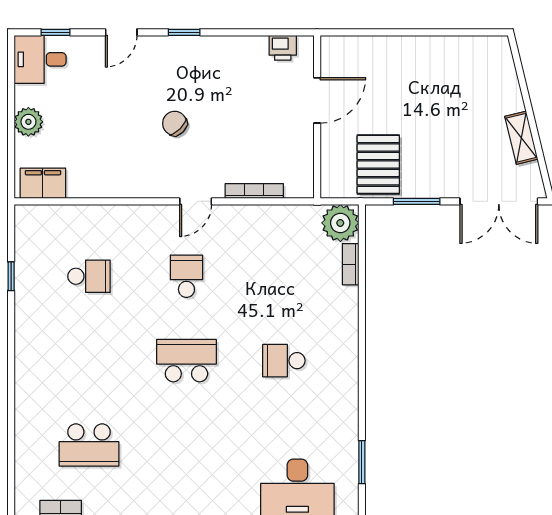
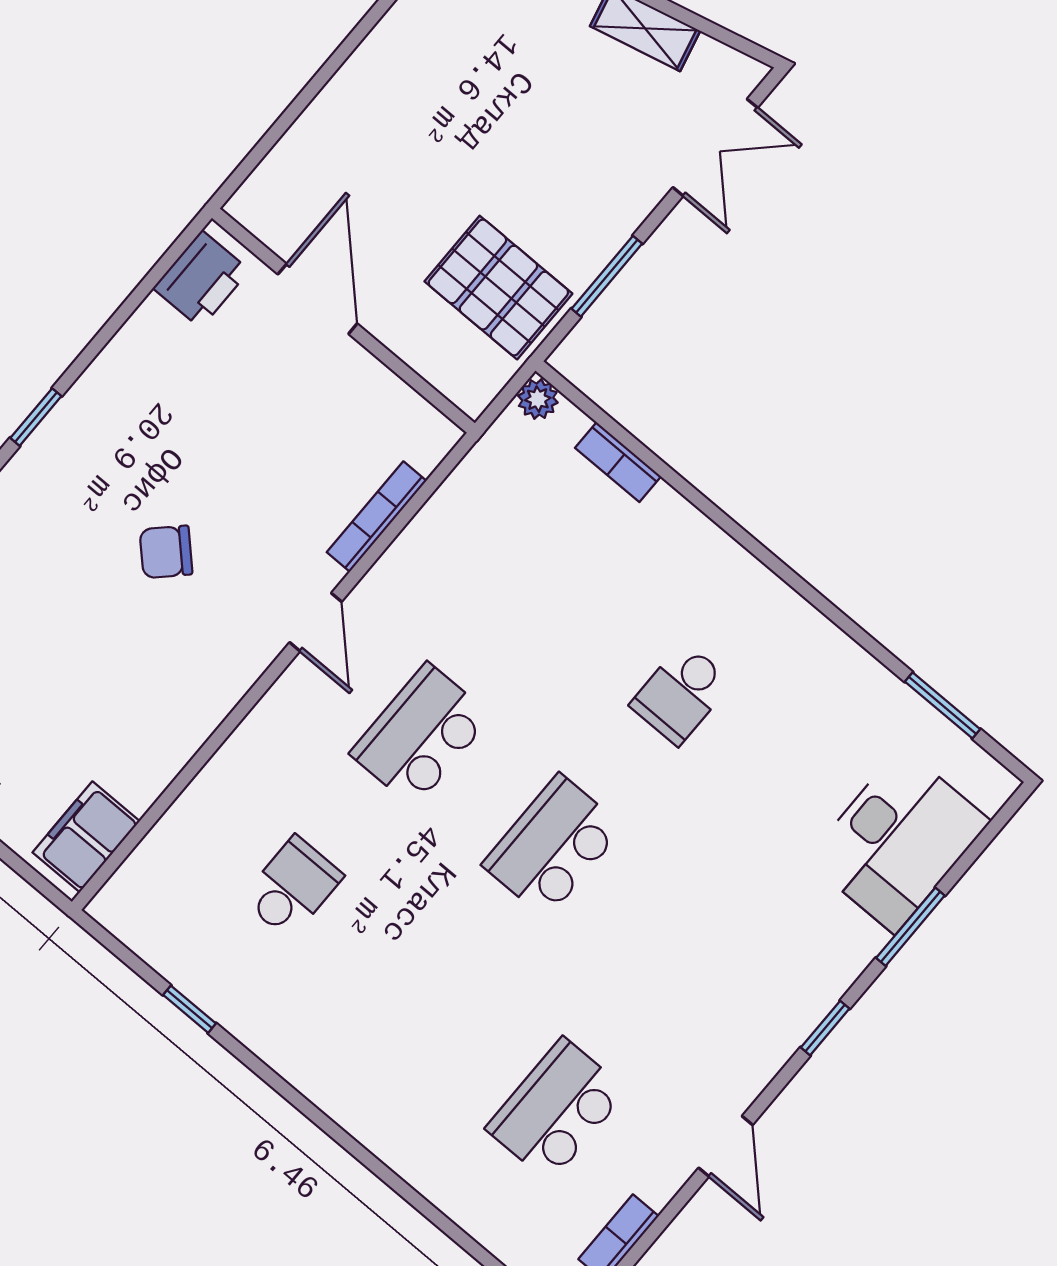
printer: (283, 48) -> (201, 279), width x1.36, depth x1.24
double door: (499, 201) -> (715, 148), width x0.73
plant: (340, 223) -> (538, 399), width x0.53, depth x0.53
school desk: (186, 276) -> (421, 735), width x1.85
school desk: (89, 445) -> (556, 1110), turned 180

